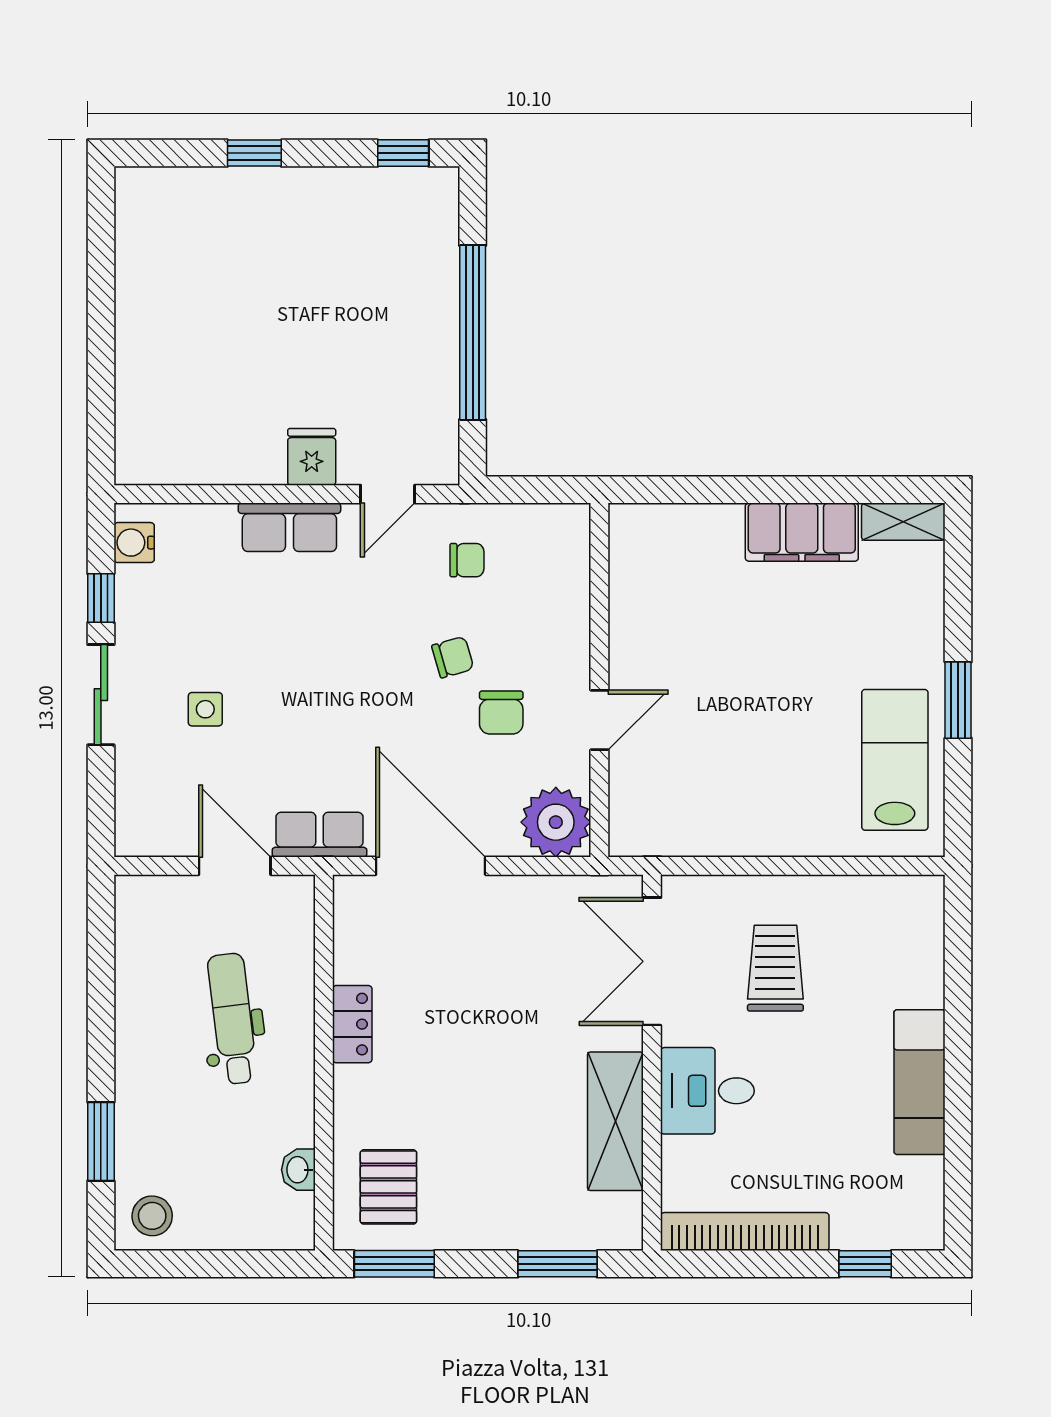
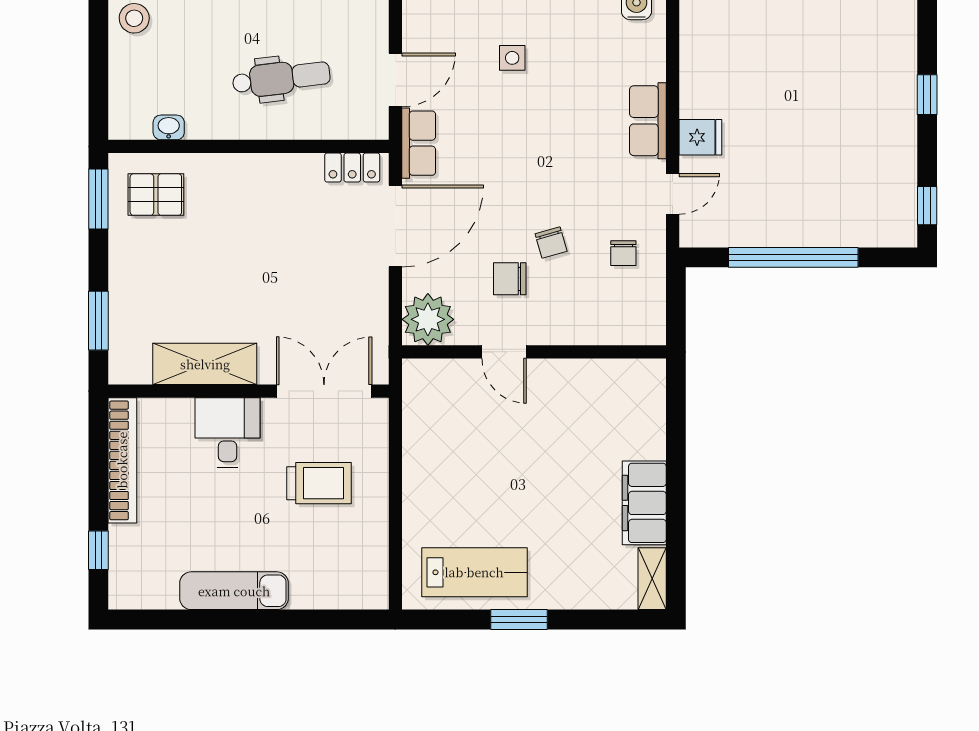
door: (388, 494) -> (673, 194), swing flipped
locker: (352, 1024) -> (352, 168), moved

